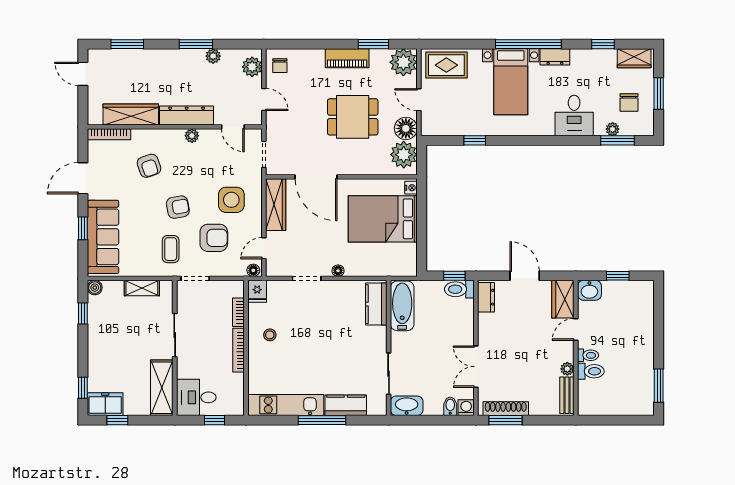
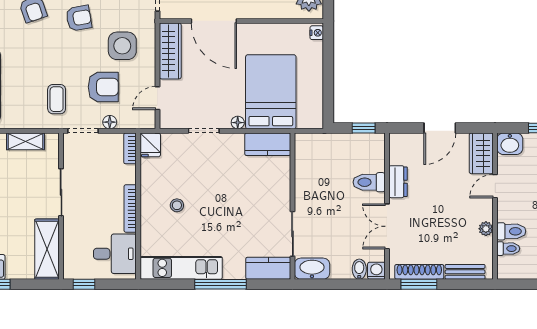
armchair: (178, 207) -> (79, 18), moved
bed: (383, 219) -> (271, 92), moved, turned 90
floor lamp: (253, 270) -> (110, 122), moved
door: (525, 276) -> (440, 128), swing flipped
toilet: (459, 289) -> (369, 182), moved
dresser: (486, 297) -> (398, 182), moved
kitchen counter: (376, 304) -> (268, 144), moved, turned -90
bathtub: (402, 306) -> (307, 160), removed
bookcase: (238, 312) -> (130, 148), moved
stool: (270, 335) -> (177, 205), moved
toilet: (588, 355) -> (508, 249), moved
bench: (567, 395) -> (465, 272), moved, turned 90
desk: (196, 397) -> (115, 254), moved, turned 180
kitchen counter: (346, 405) -> (268, 268), moved
window: (214, 420) -> (84, 284), moved

